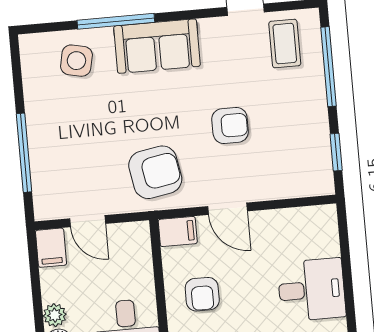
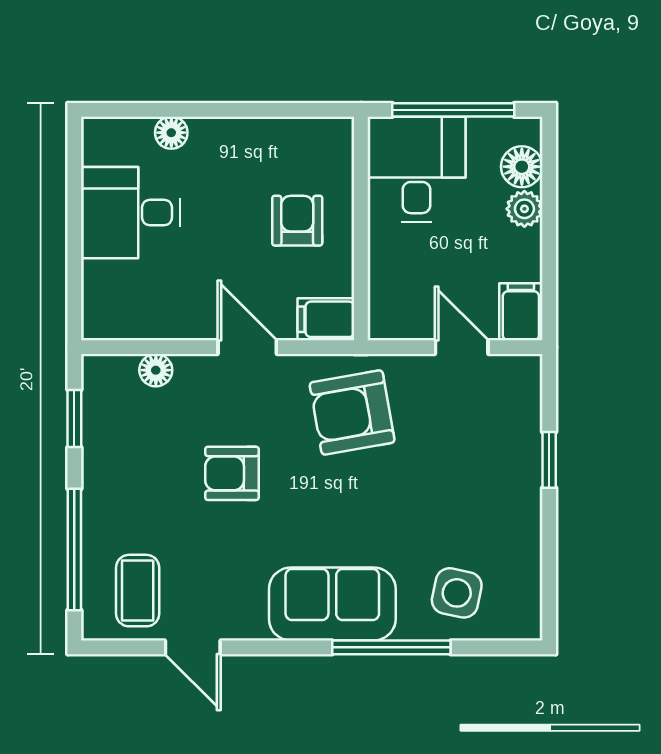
window: (24, 153) -> (549, 460), width x0.46
floor lamp: (286, 188) -> (156, 370), added

